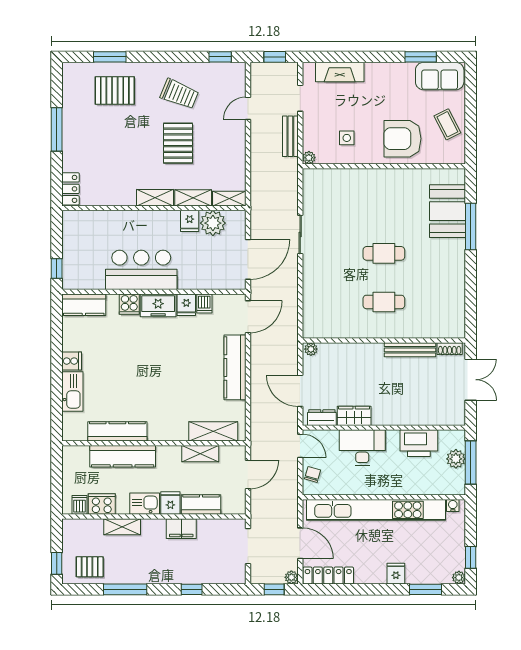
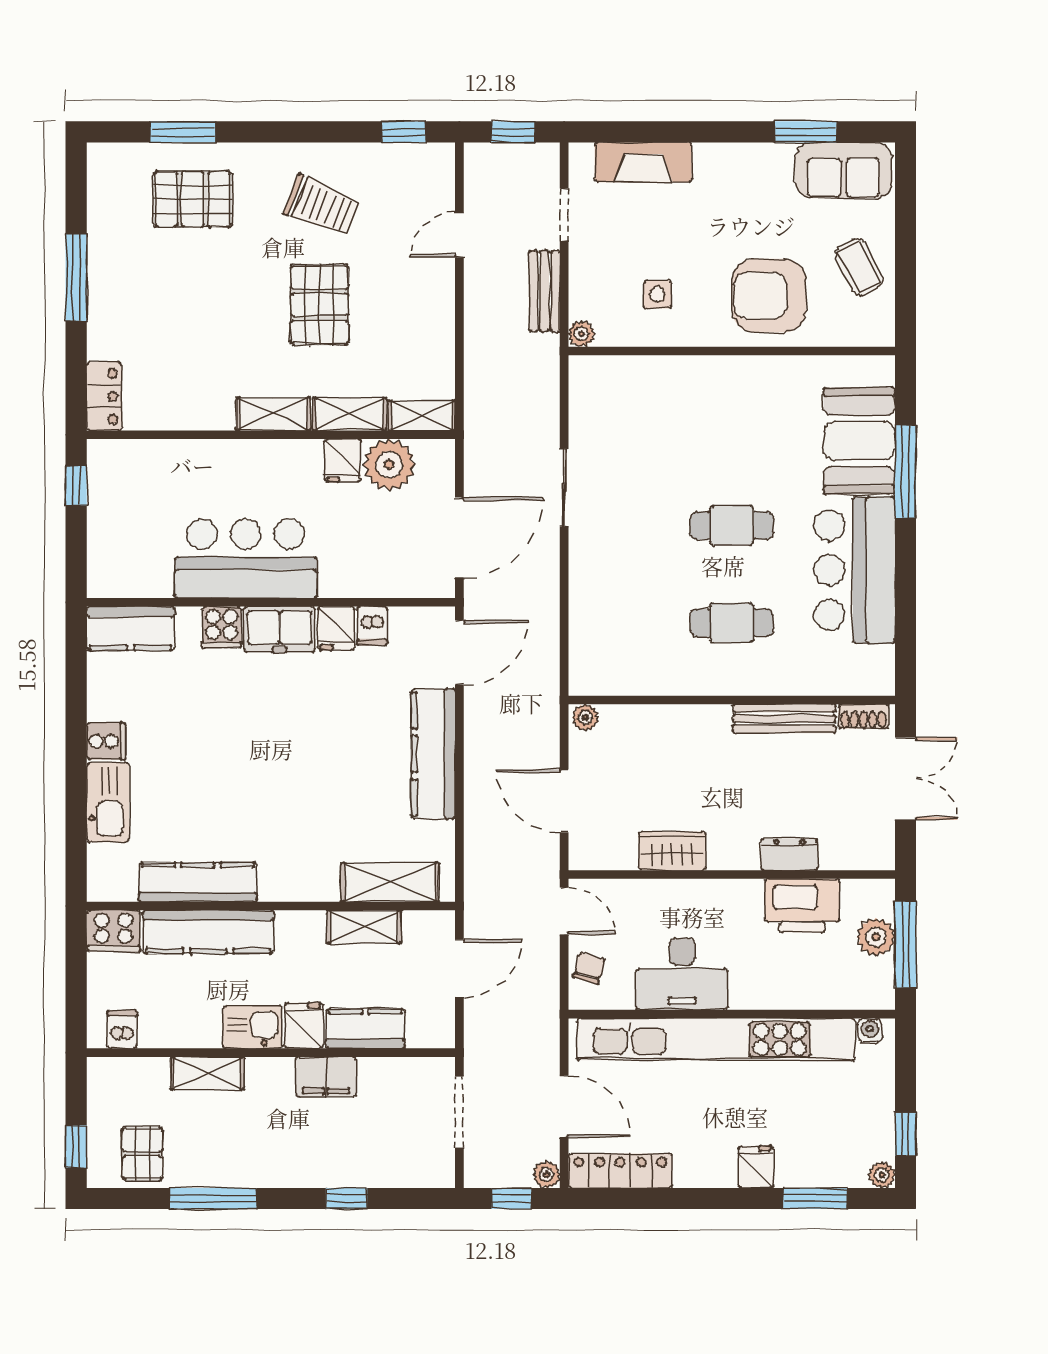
window: (57, 268) -> (76, 486), moved
bar counter: (445, 276) -> (854, 570), added
dresser: (322, 418) -> (789, 854), moved
desk: (362, 448) -> (682, 974), moved, turned 180
cooker: (102, 504) -> (113, 931), moved, turned 180
pallet: (90, 567) -> (142, 1154), turned 90

